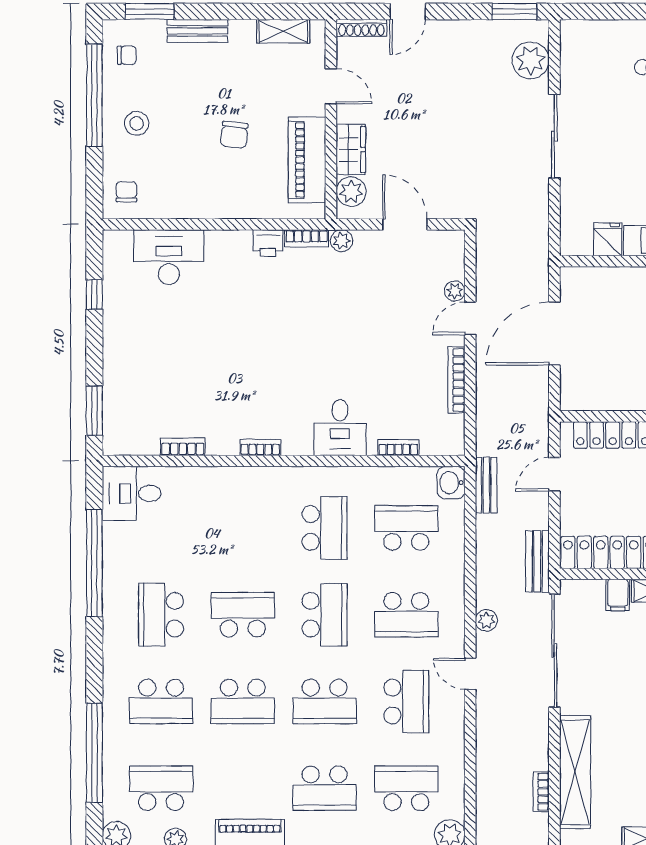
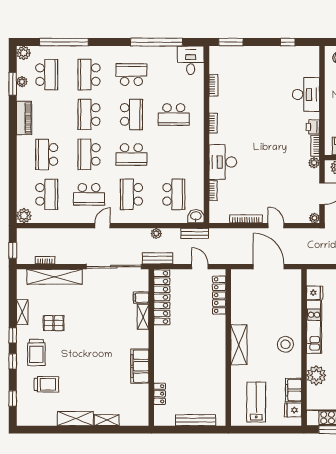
desk: (169, 257) -> (306, 94), moved
plant: (455, 291) -> (314, 218), moved
desk: (340, 428) -> (223, 162), width x1.37
school desk: (325, 528) -> (174, 115), moved
plant: (486, 620) -> (156, 233), moved

